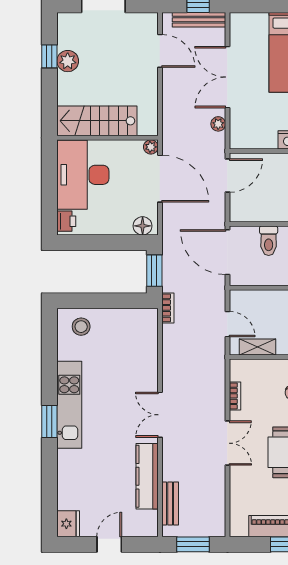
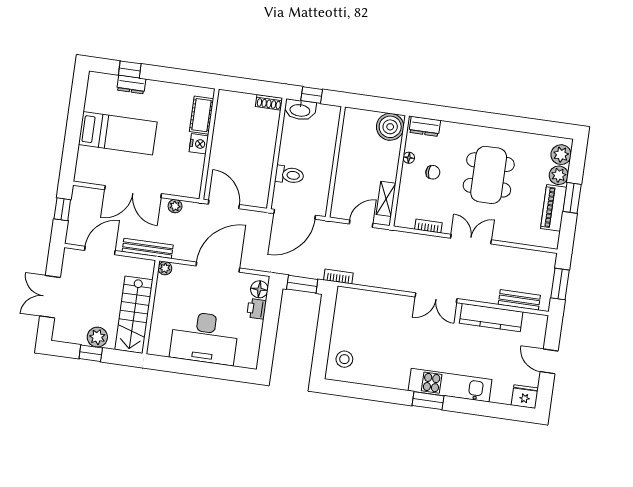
bench: (199, 20) -> (148, 248), moved, turned 90
stairs: (97, 121) -> (134, 315), moved
wall: (108, 138) -> (151, 307), moved
plant: (151, 147) -> (165, 268), moved
printer: (66, 221) -> (257, 309), moved, turned -90
kitchen unit: (69, 405) -> (450, 385), moved

